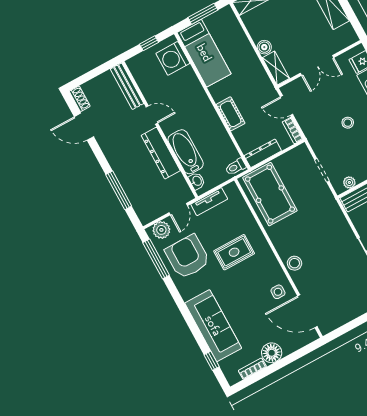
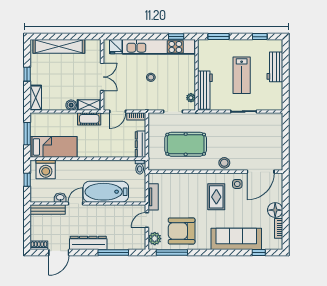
cot: (231, 114) -> (89, 119), moved
bathtub: (186, 152) -> (106, 192), width x1.36, depth x1.36
dresser: (161, 153) -> (88, 243), moved, turned 180
washbasin: (197, 181) -> (60, 198), moved
pool table: (270, 194) -> (186, 144), moved
door: (178, 209) -> (147, 220), swing flipped
rug: (234, 252) -> (216, 197), moved

